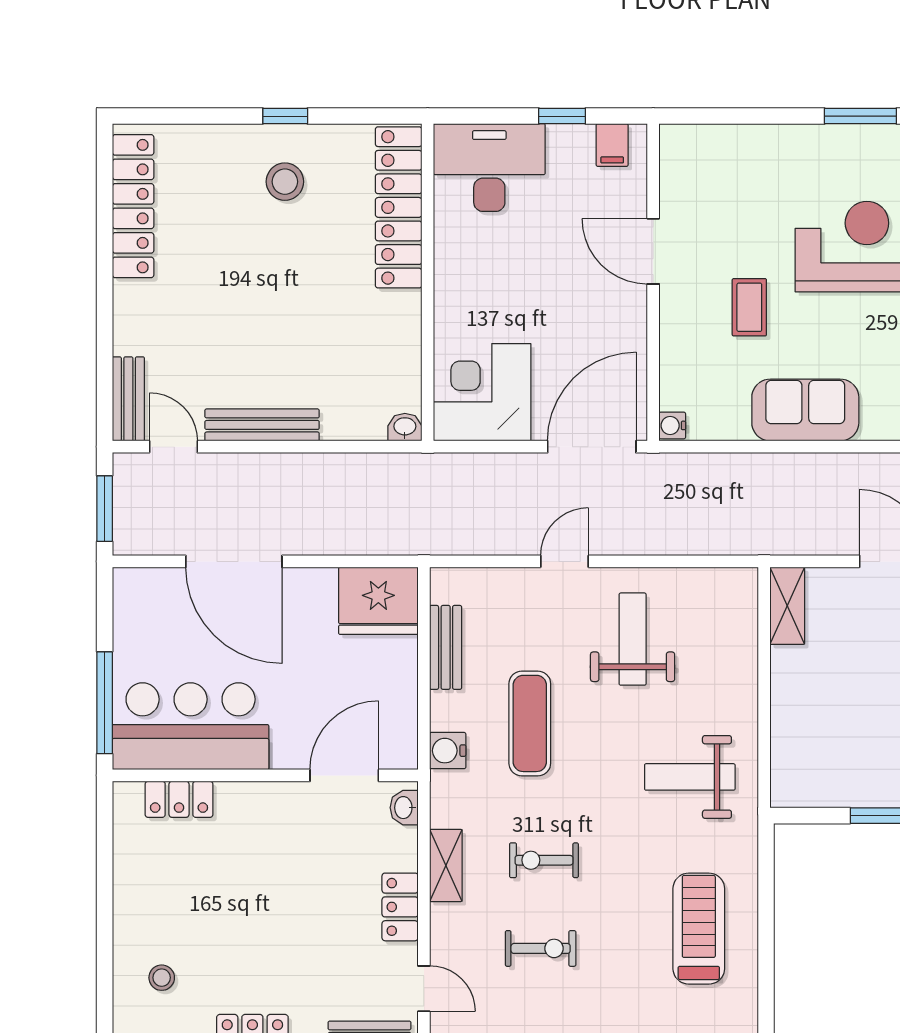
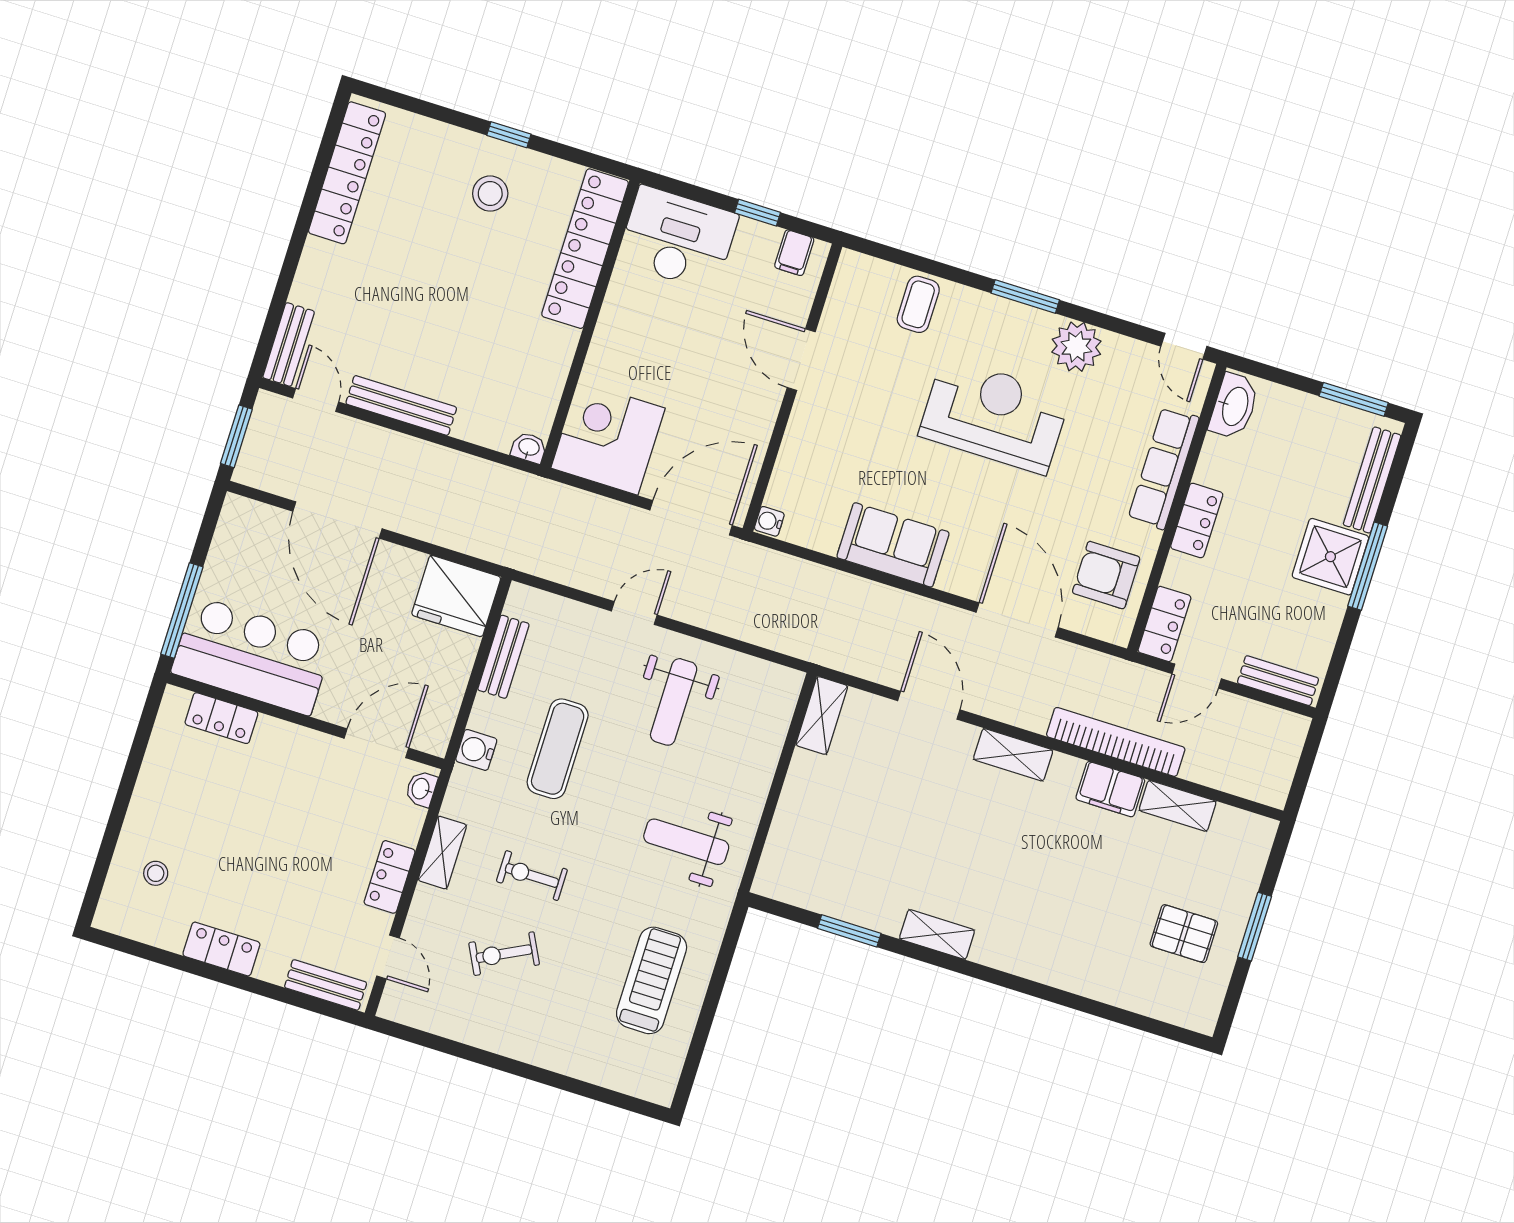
coffee table: (749, 307) -> (918, 304), moved
weight bench: (633, 639) -> (674, 702), turned 180
exercise bike: (541, 948) -> (504, 954), turned 153

